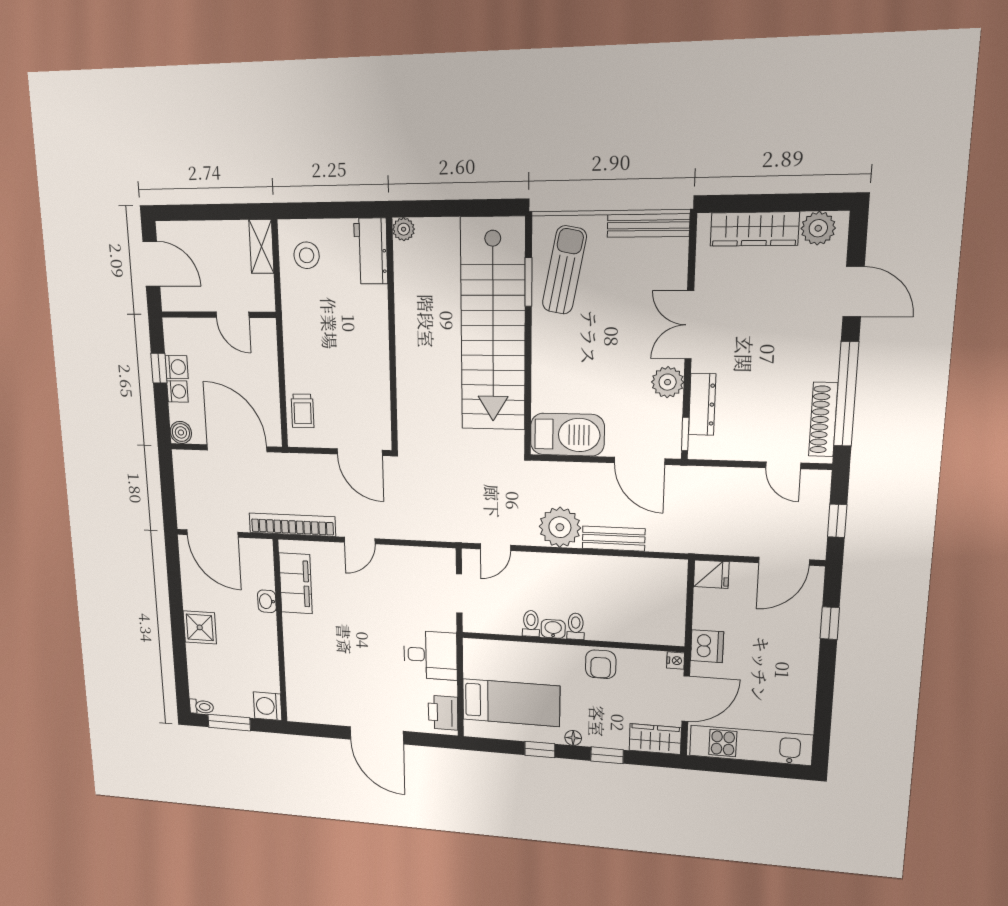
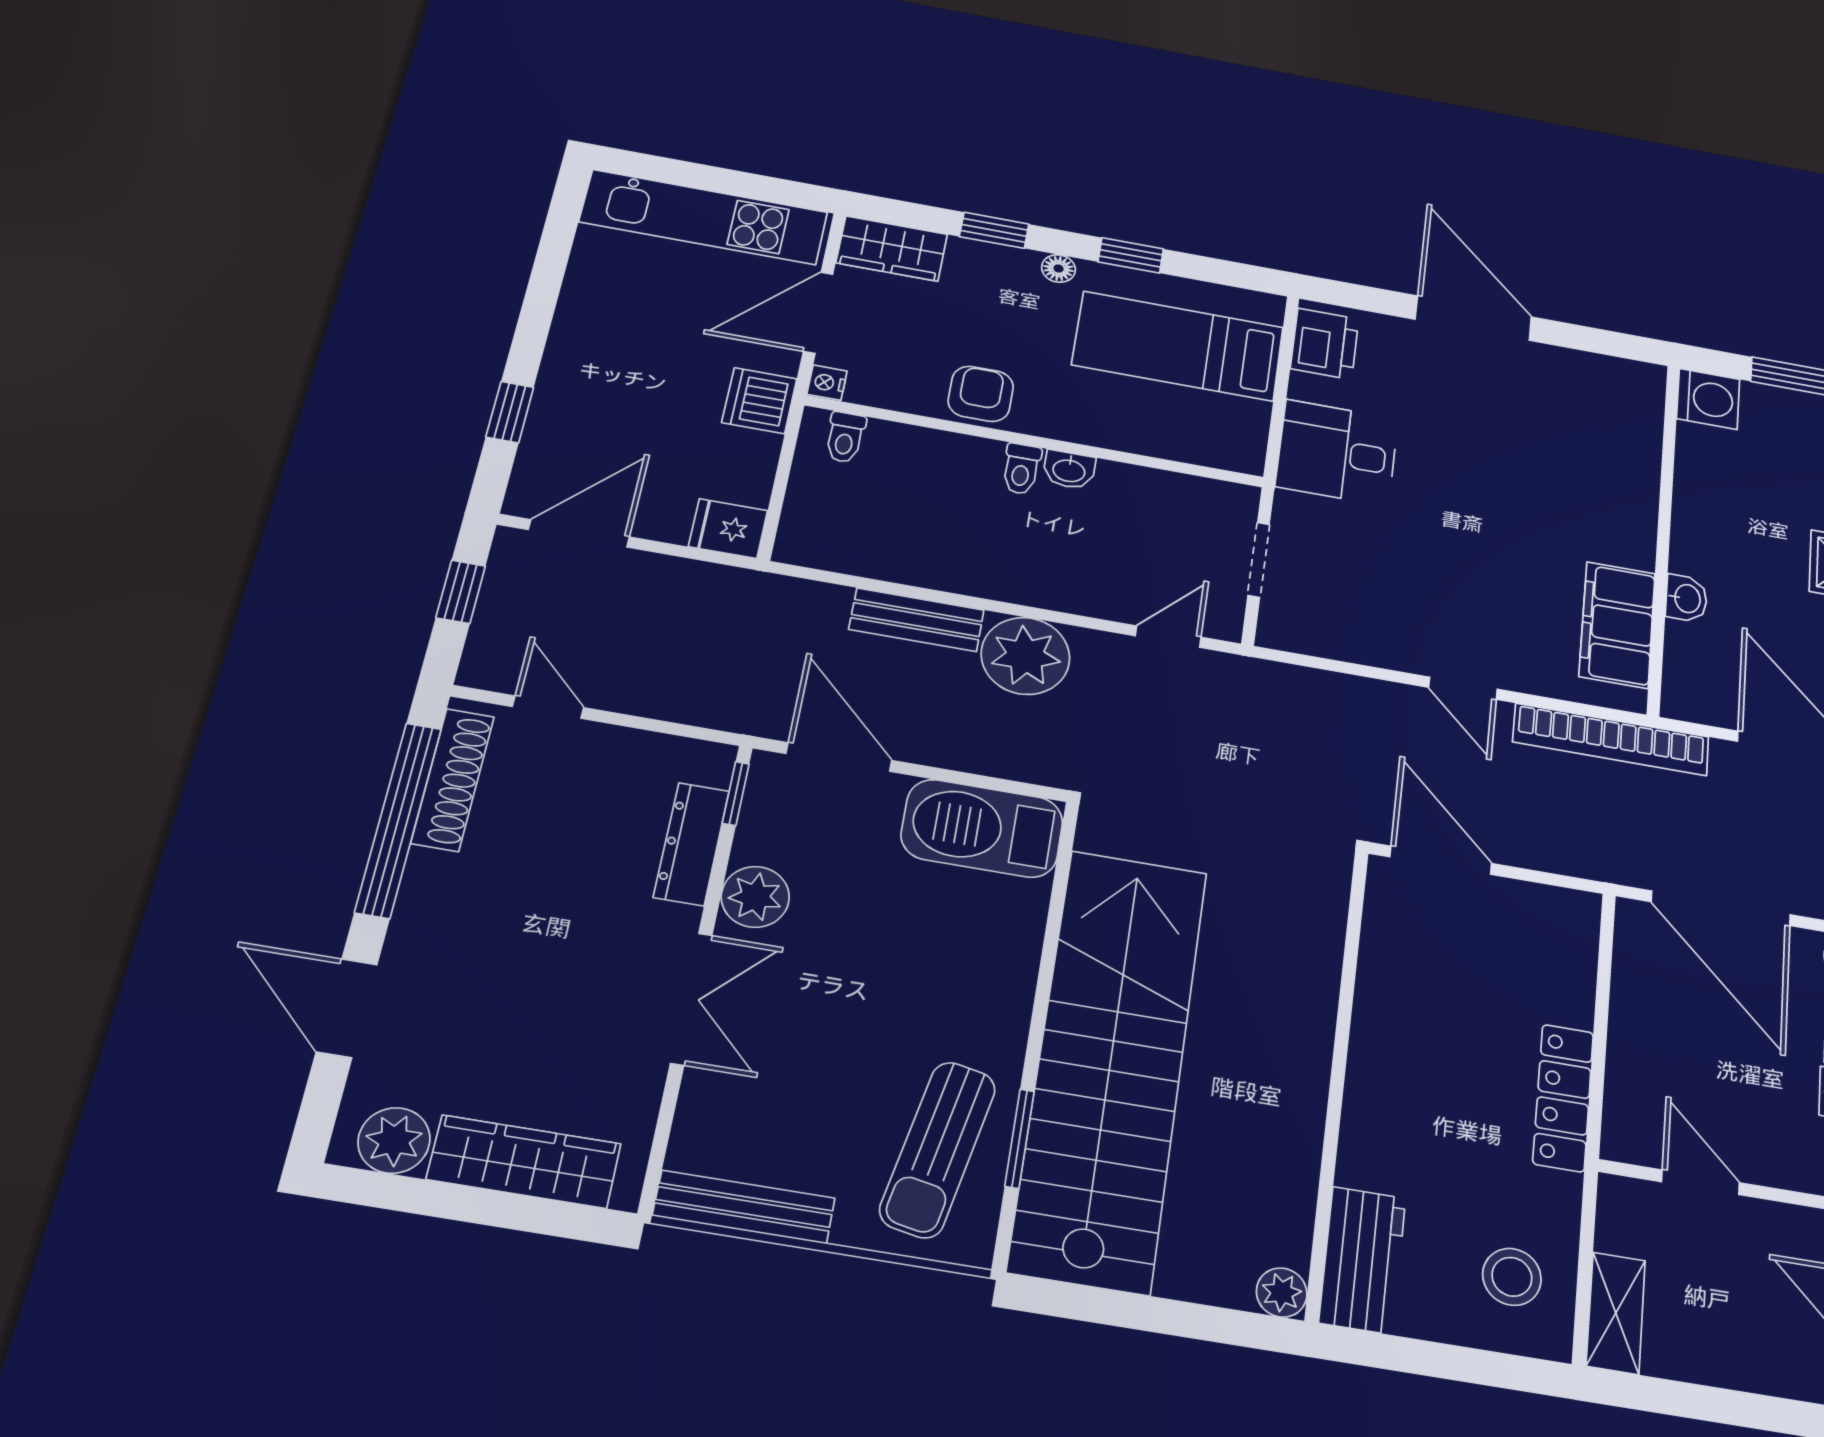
locker: (294, 345) -> (1563, 1098), added
trolley: (302, 411) -> (1560, 961), removed
door: (360, 541) -> (1463, 688), swing flipped
toilet: (531, 623) -> (845, 437), moved

